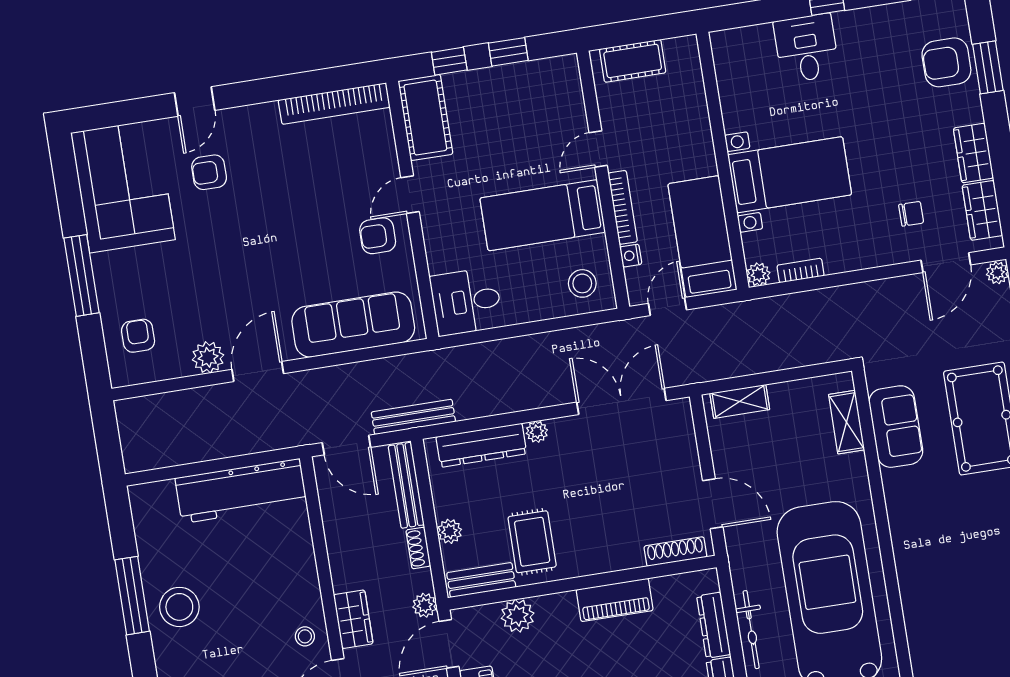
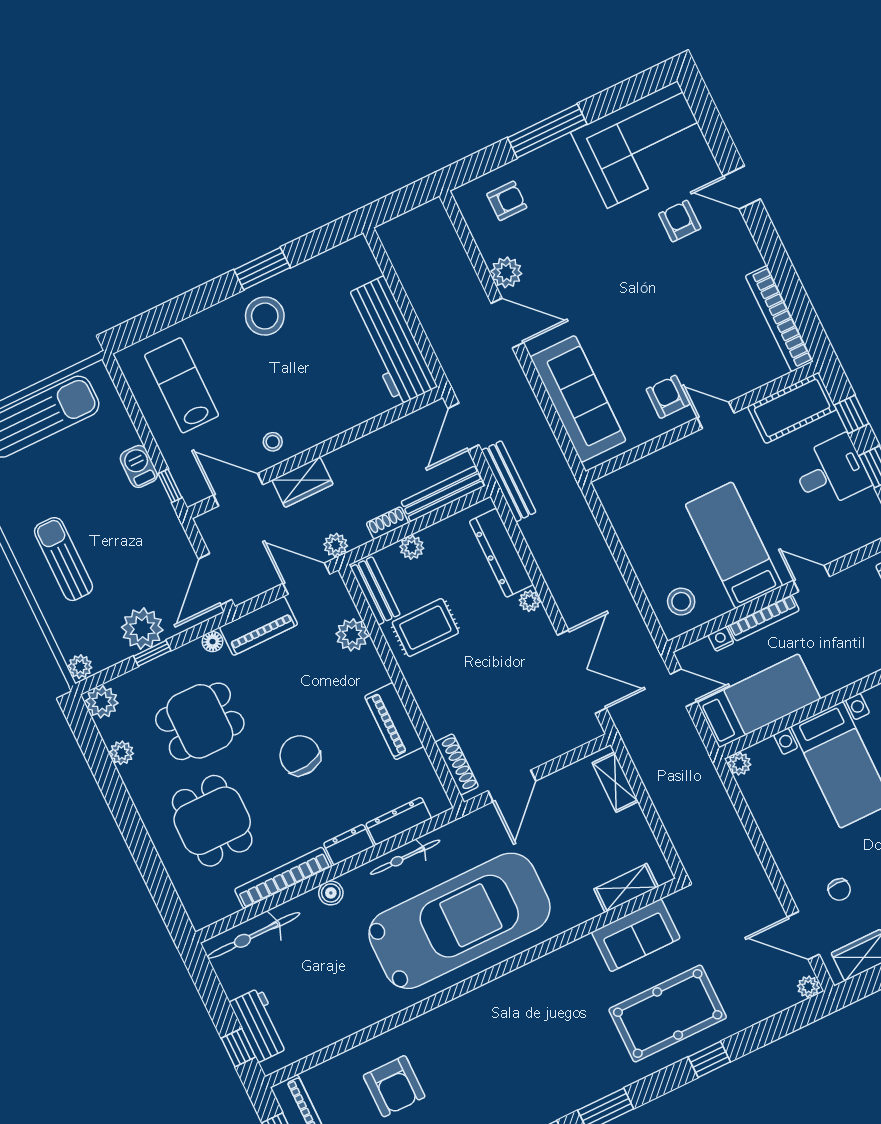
bookcase: (801, 271) -> (755, 802), removed
desk: (466, 302) -> (831, 472), moved, turned 90
window: (132, 596) -> (262, 269), width x0.69

